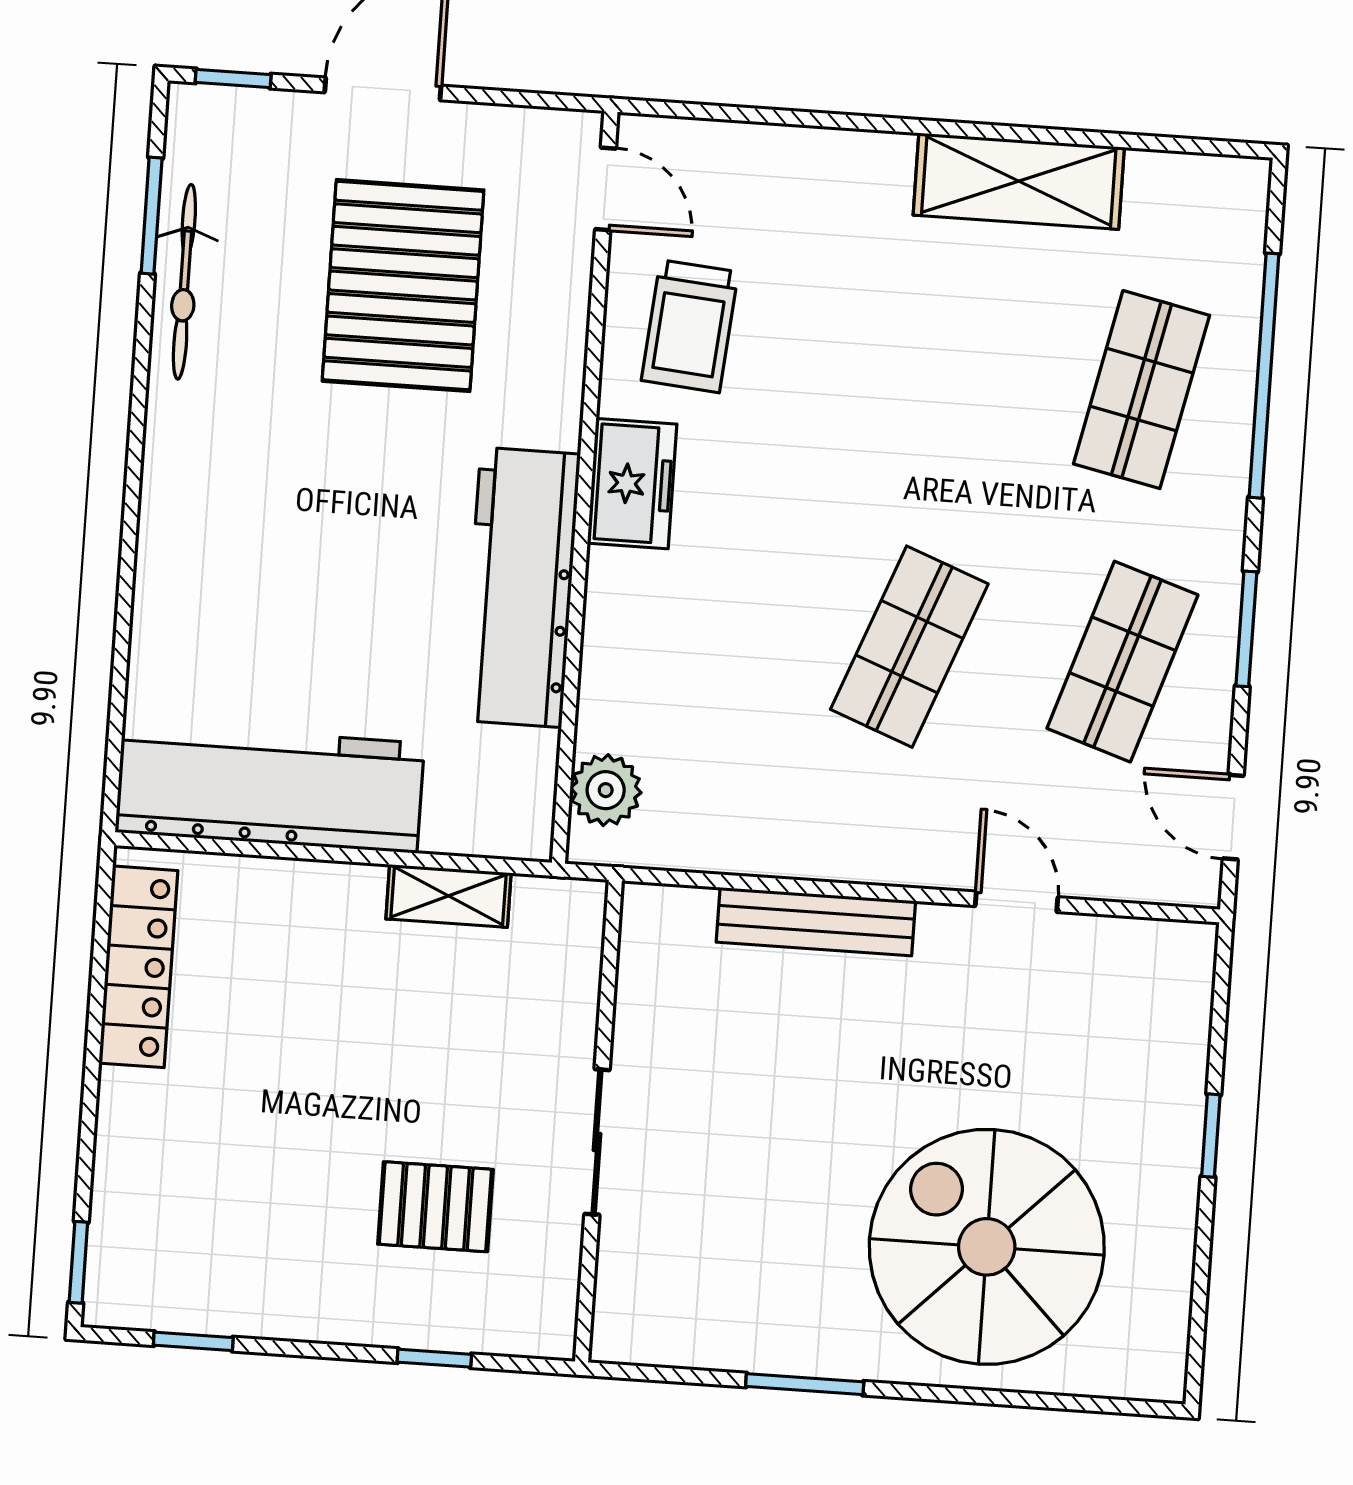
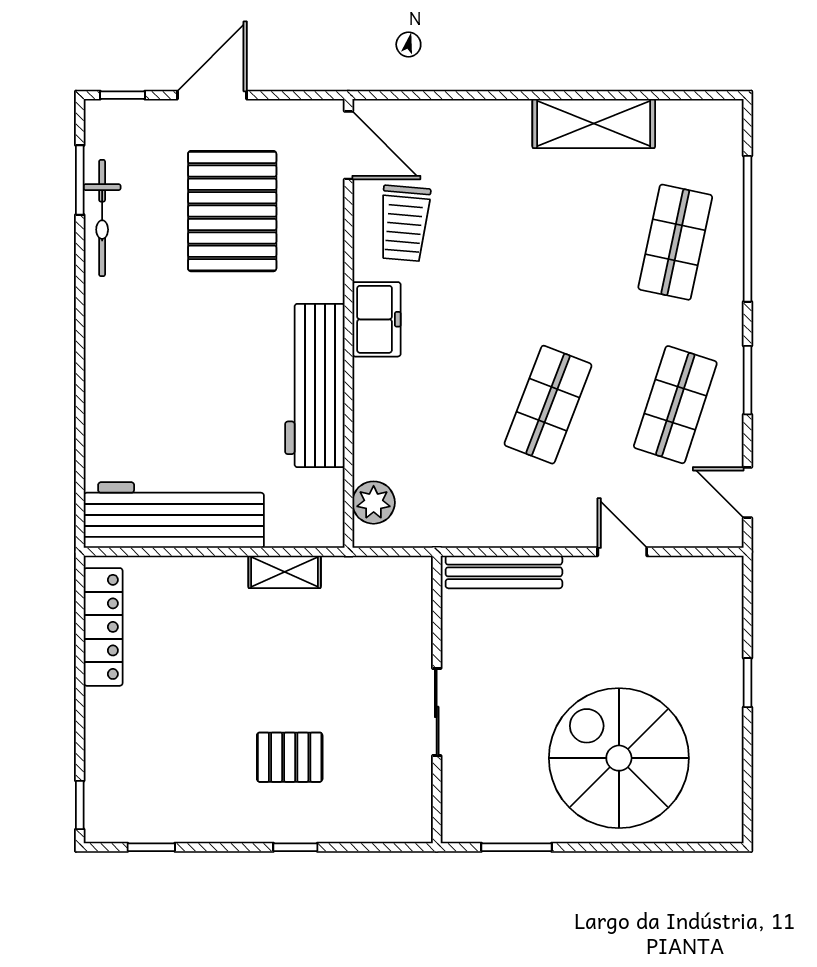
door: (605, 189) -> (348, 145), width x1.38
wall: (598, 1121) -> (437, 699), moved
sliding door: (597, 1142) -> (437, 712), moved

